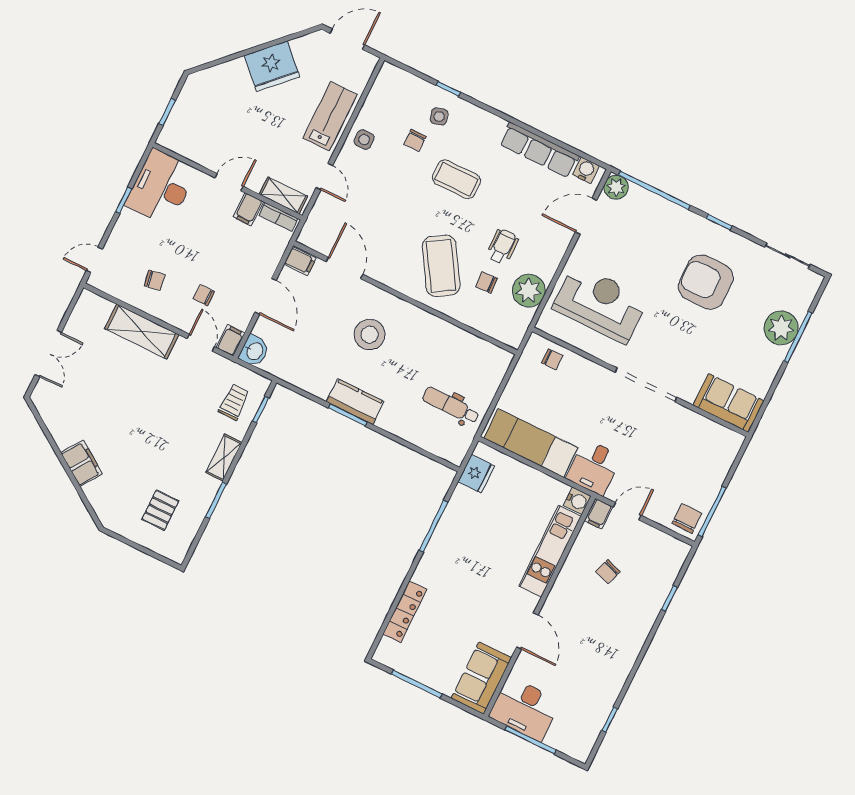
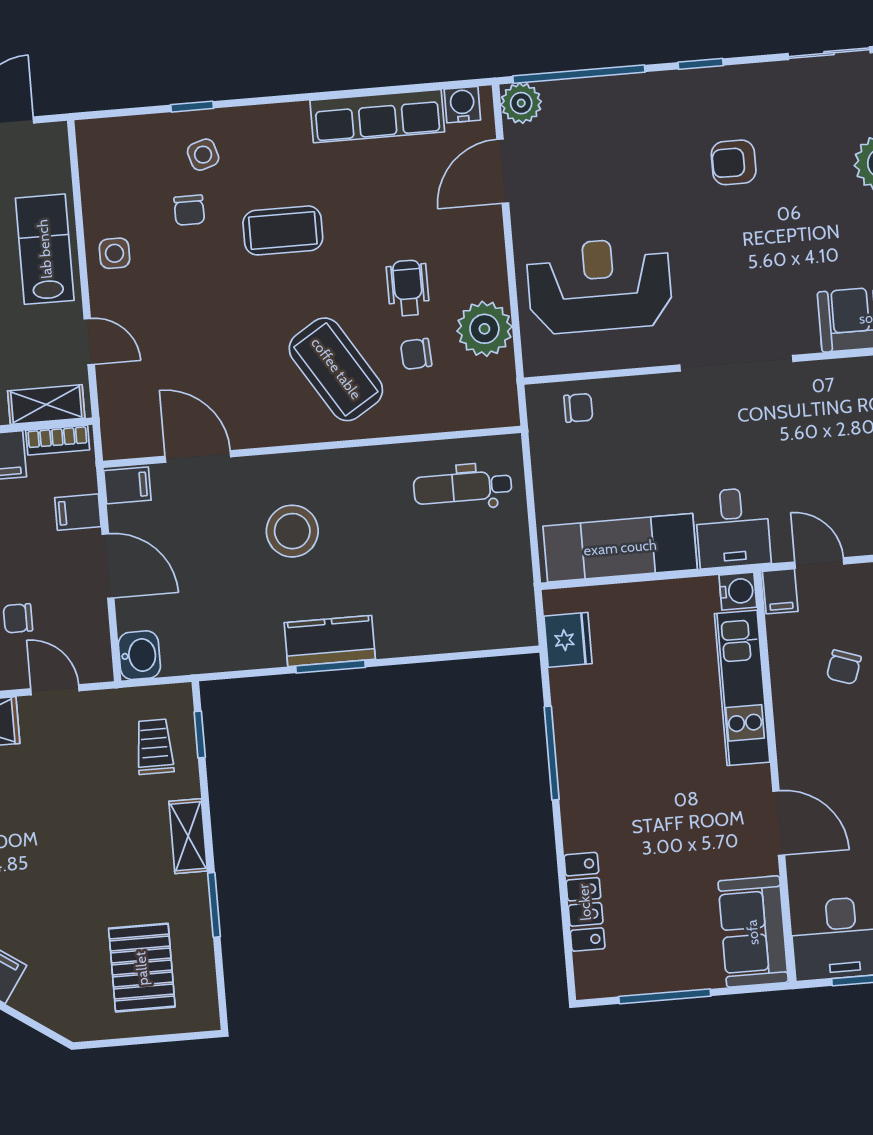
armchair: (706, 282) -> (734, 162), width x0.53, depth x0.53
filing cabinet: (231, 340) -> (78, 512), moved, turned -90
dental chair: (451, 405) -> (463, 487), moved
pallet: (160, 510) -> (142, 968), width x1.50, depth x1.42
door: (627, 511) -> (819, 563), hinge flipped

